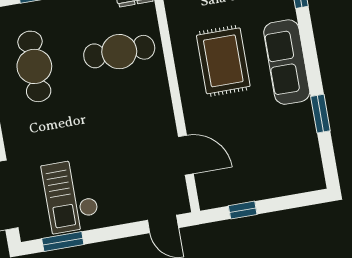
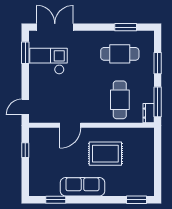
sofa: (287, 62) -> (82, 187), moved
window: (320, 114) -> (56, 200), moved
door: (186, 155) -> (70, 125), moved

